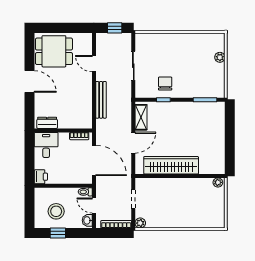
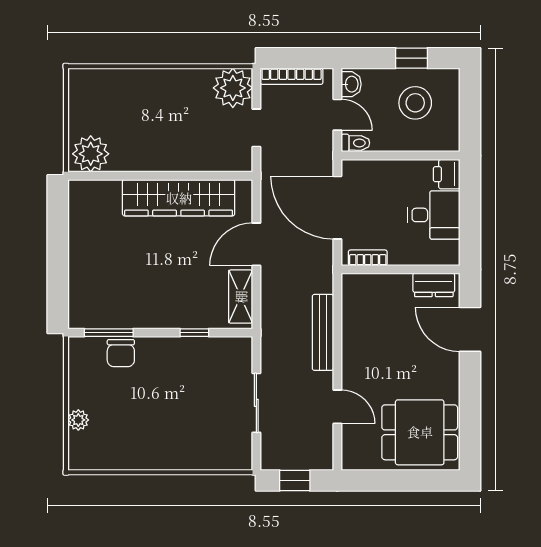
door: (29, 81) -> (470, 329), moved
chair: (165, 83) -> (121, 353), moved
desk: (46, 145) -> (434, 215), moved, turned -90
plant: (218, 182) -> (91, 154), width x1.88, depth x1.88
plant: (140, 223) -> (233, 88), width x1.88, depth x1.88

